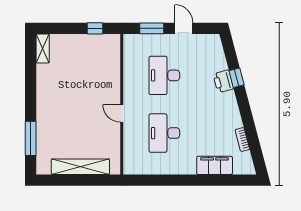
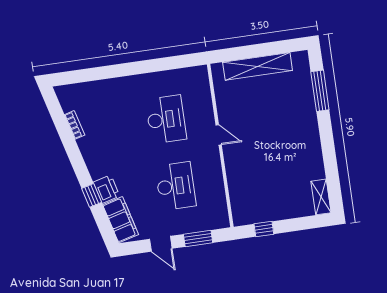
filing cabinet: (215, 165) -> (121, 220), moved, turned -105

